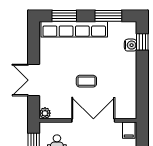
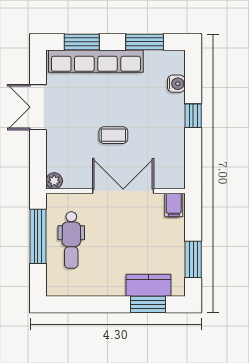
window: (142, 42) -> (193, 116), moved
double door: (34, 80) -> (38, 107), moved

